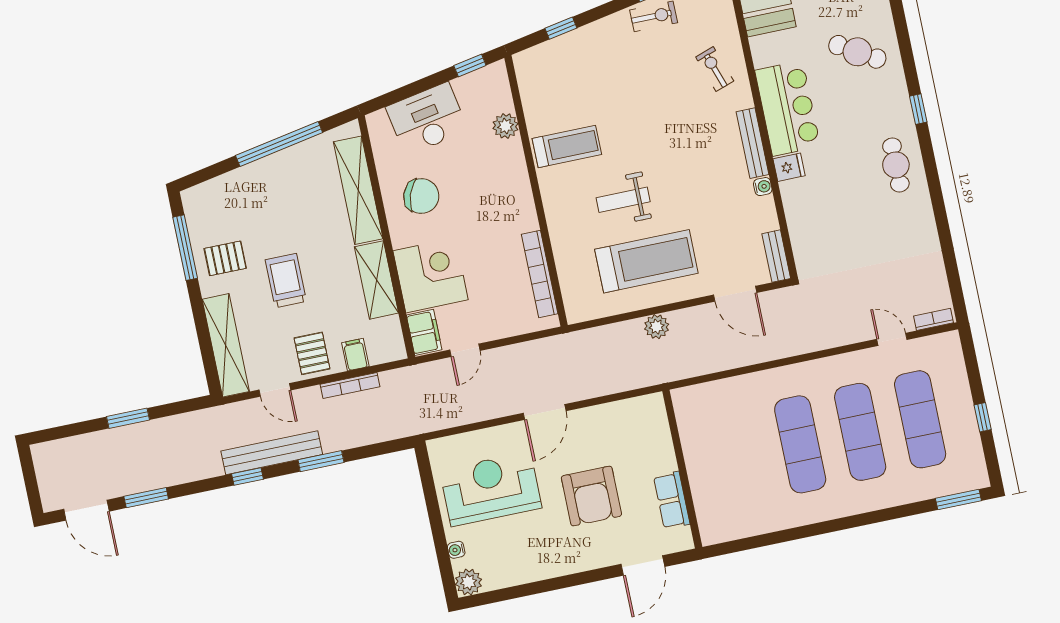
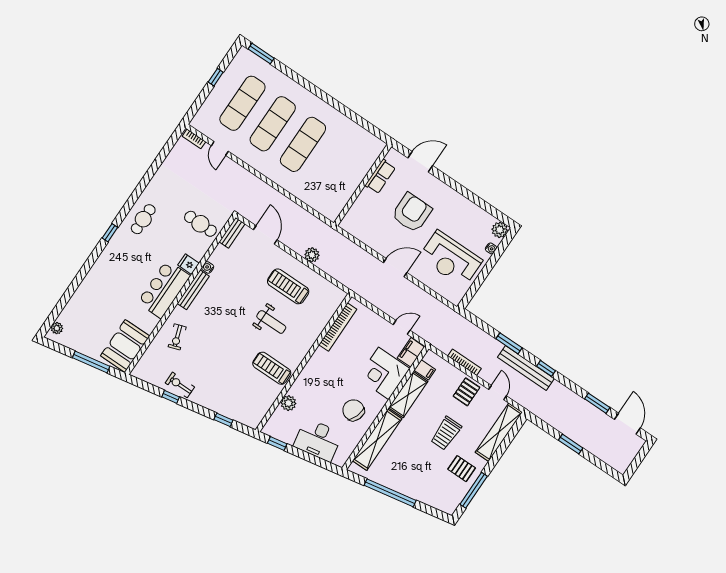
cafe table: (857, 52) -> (200, 224), moved, turned -31
treadmill: (646, 261) -> (288, 286), width x0.73, depth x0.73
filing cabinet: (355, 355) -> (425, 370), moved, turned -90

